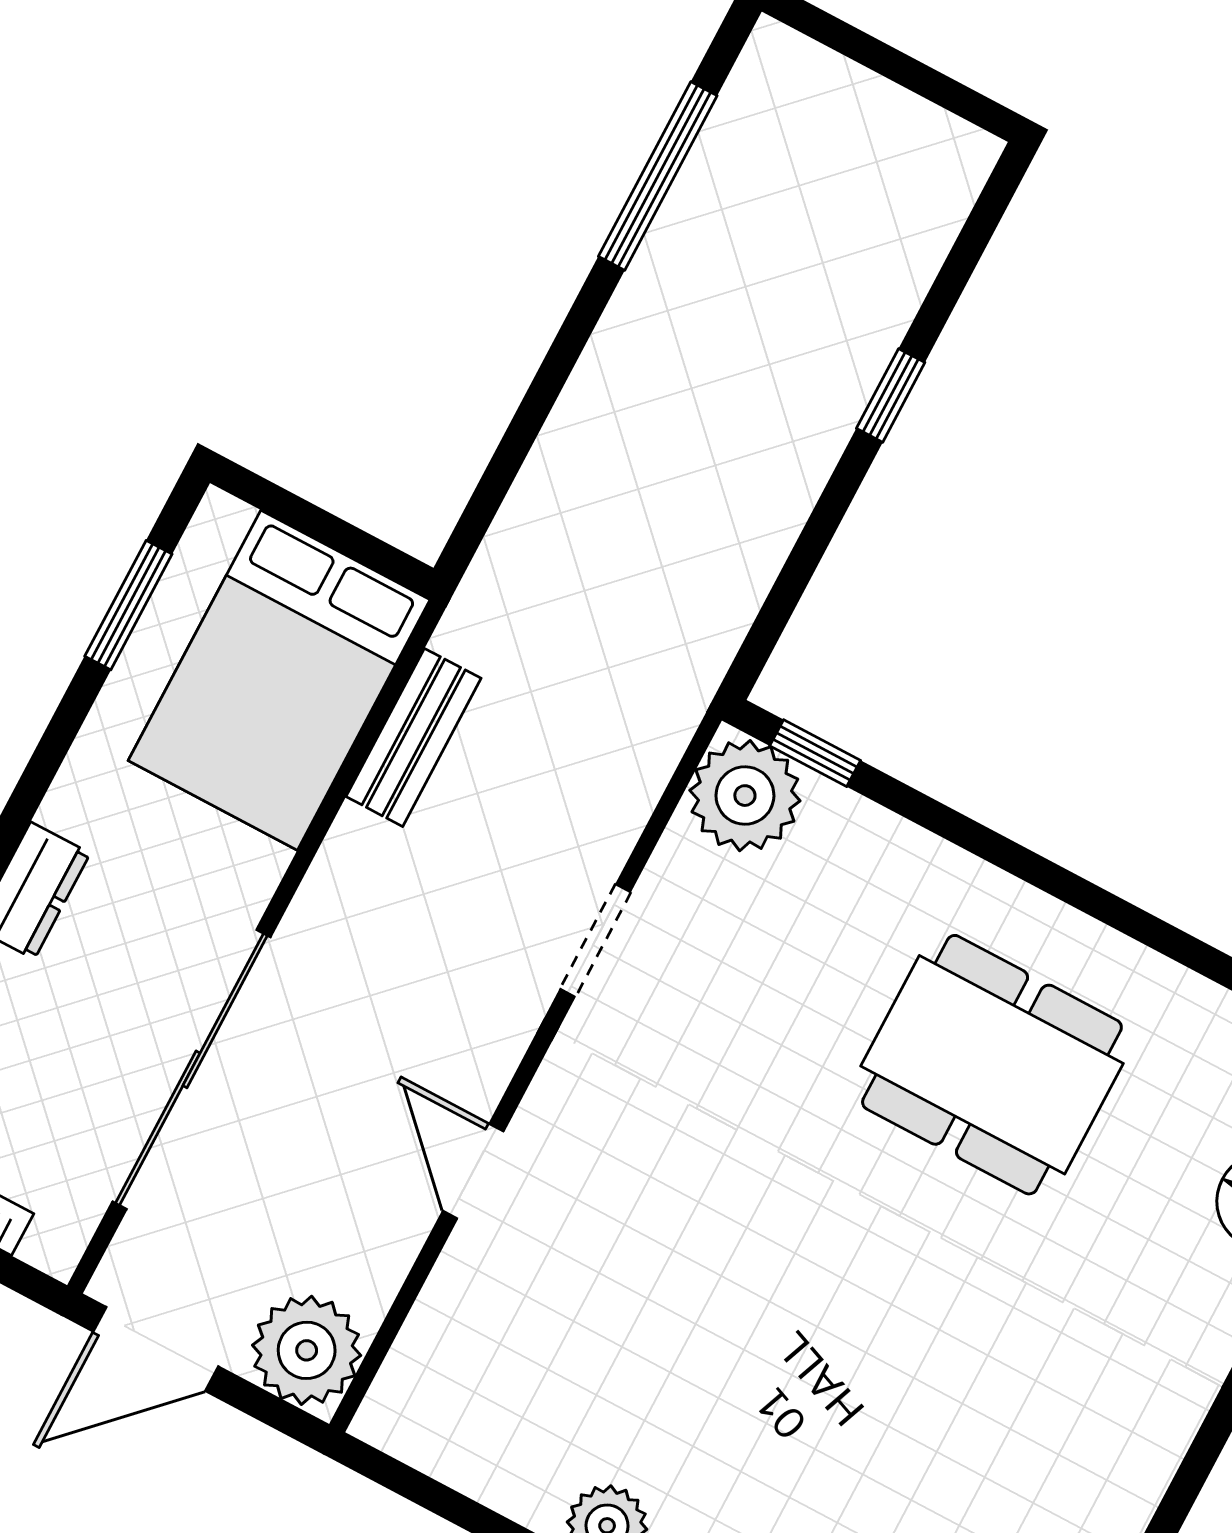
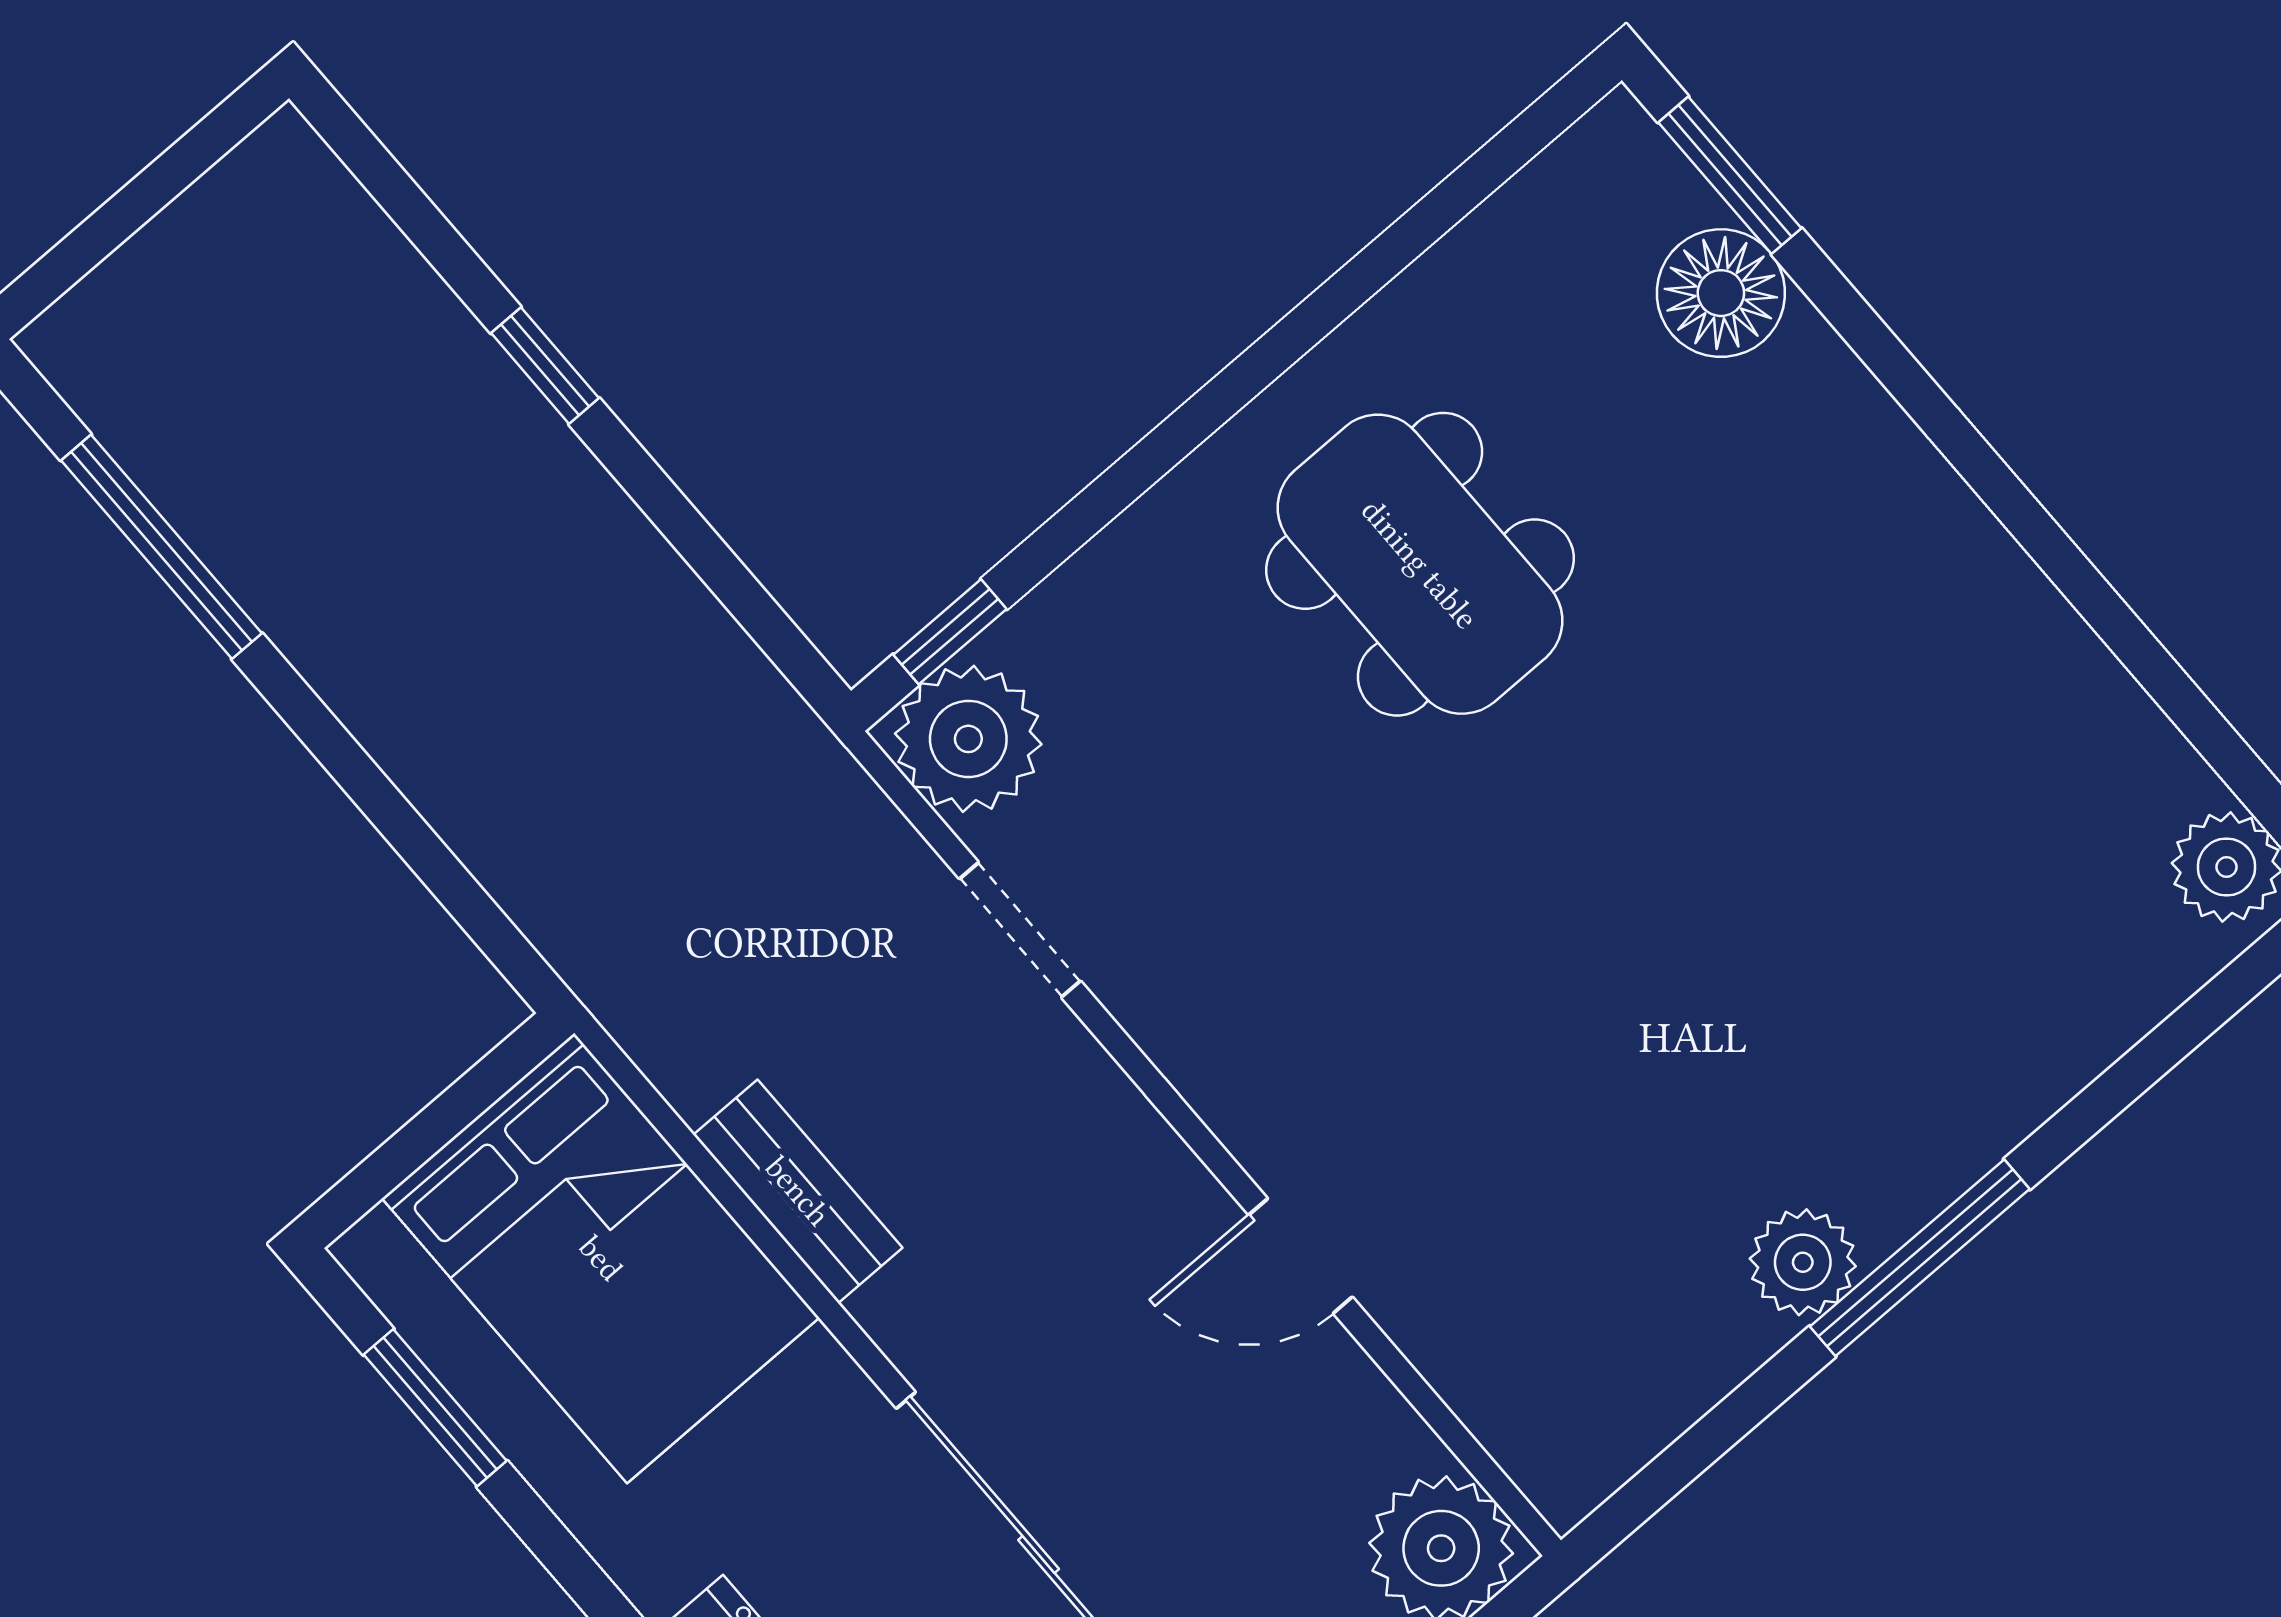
bench: (414, 737) -> (798, 1191), moved
doorway: (595, 941) -> (1020, 930), moved
dining table: (992, 1065) -> (1420, 564), turned 90

